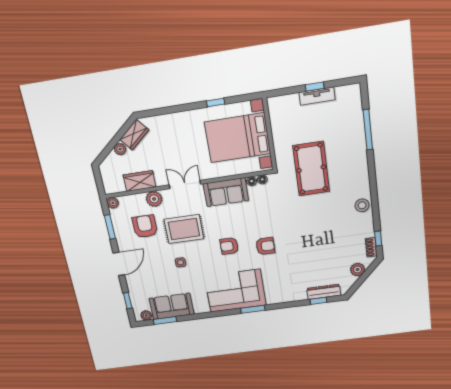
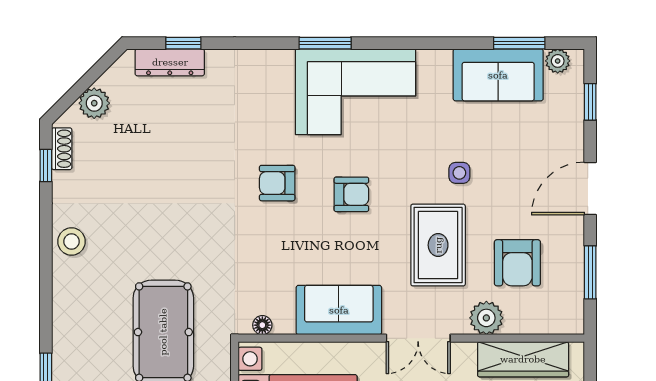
wardrobe: (140, 181) -> (523, 359), width x1.50
floor lamp: (252, 181) -> (284, 325), removed
plant: (113, 203) -> (572, 323), removed
rug: (184, 229) -> (438, 245), turned 90

